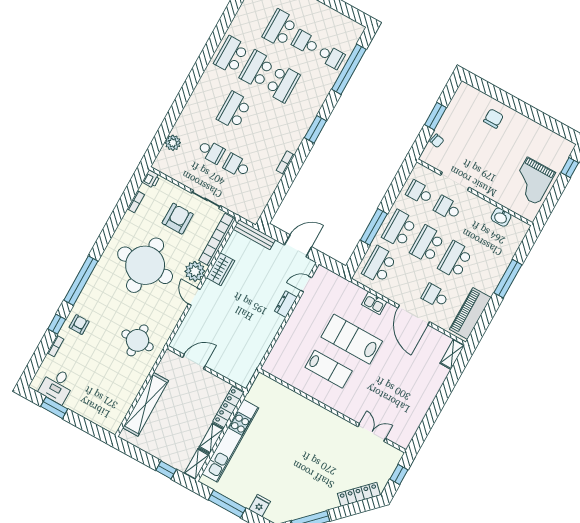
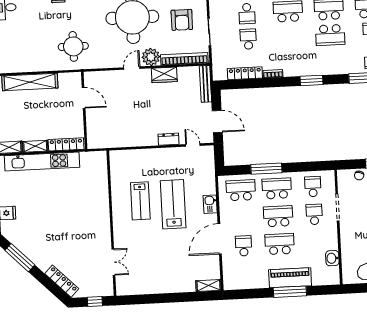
locker: (268, 190) -> (245, 73), added
armchair: (178, 219) -> (182, 20), turned 90
piano: (470, 313) -> (290, 278), moved

